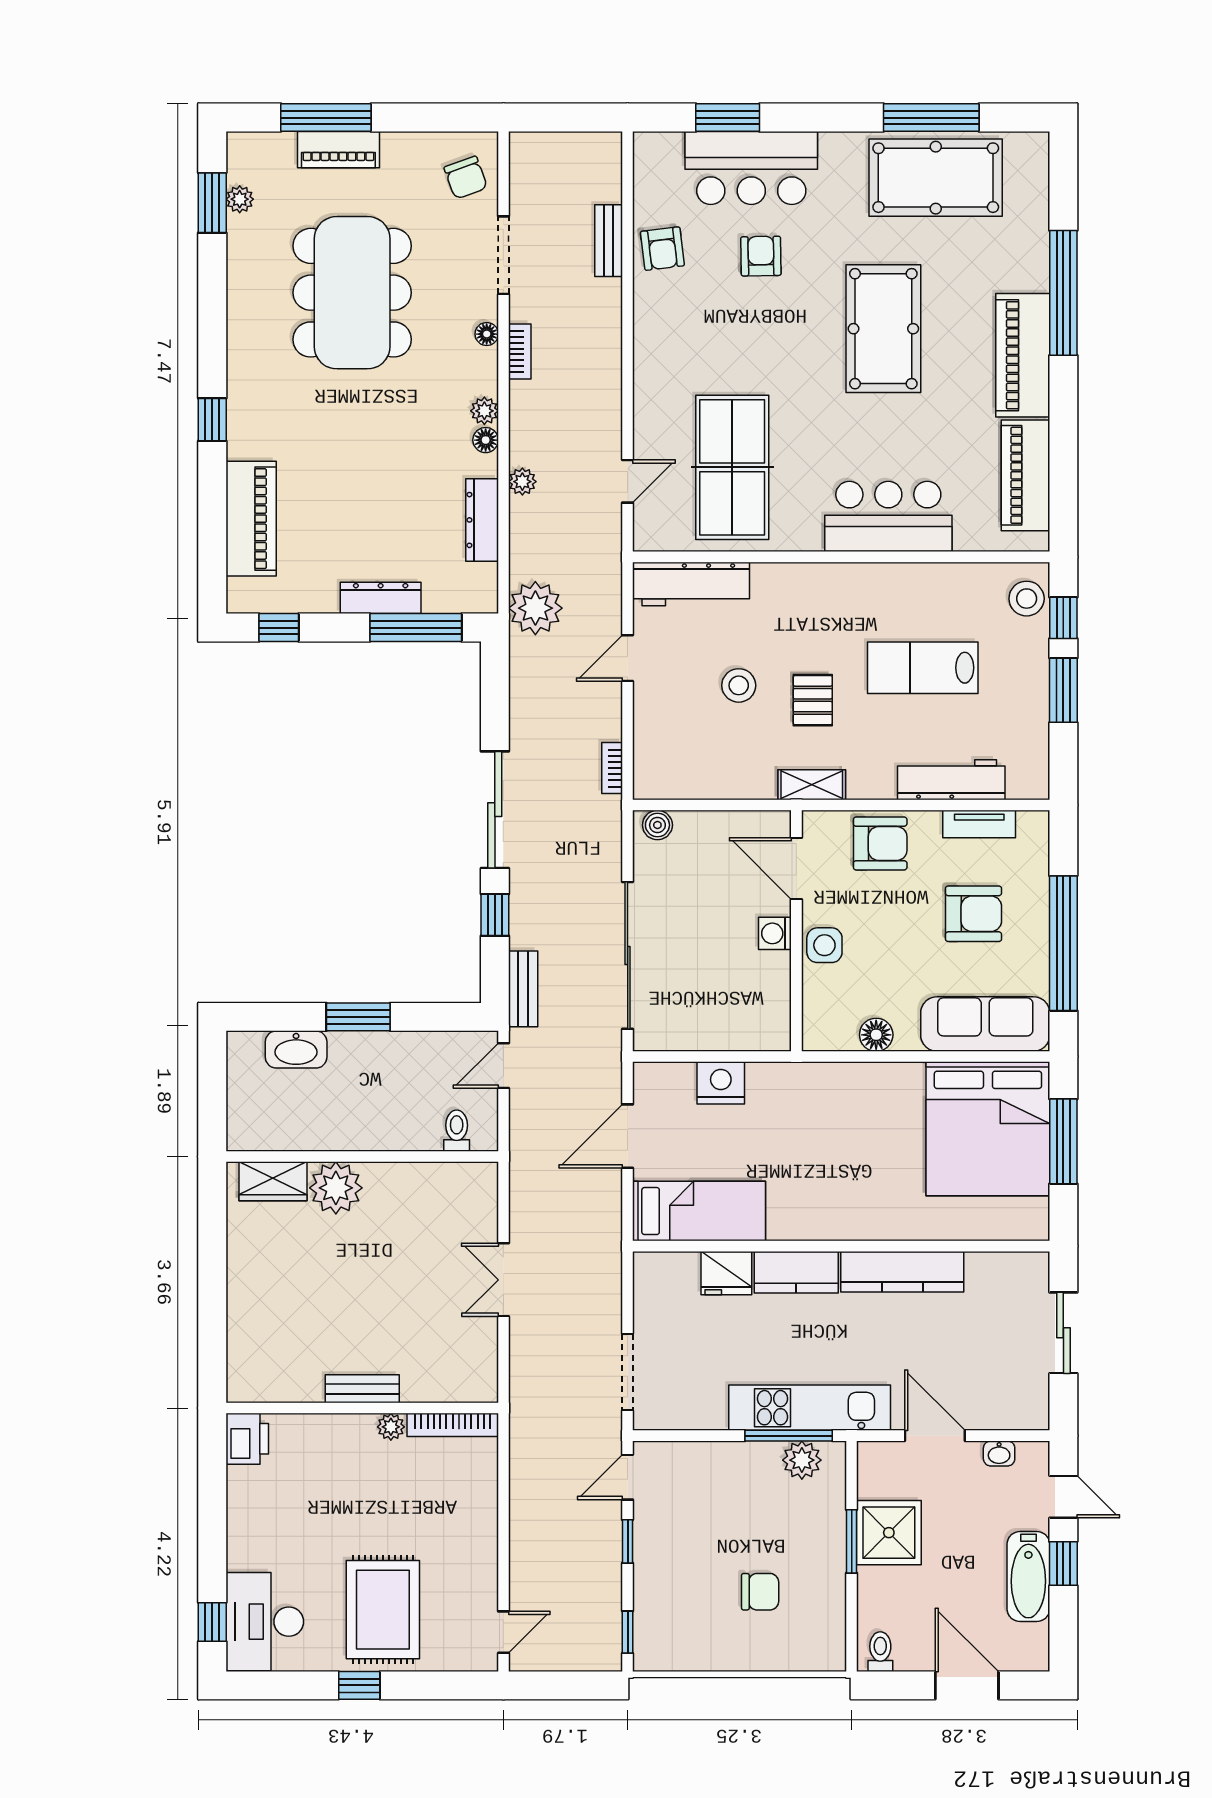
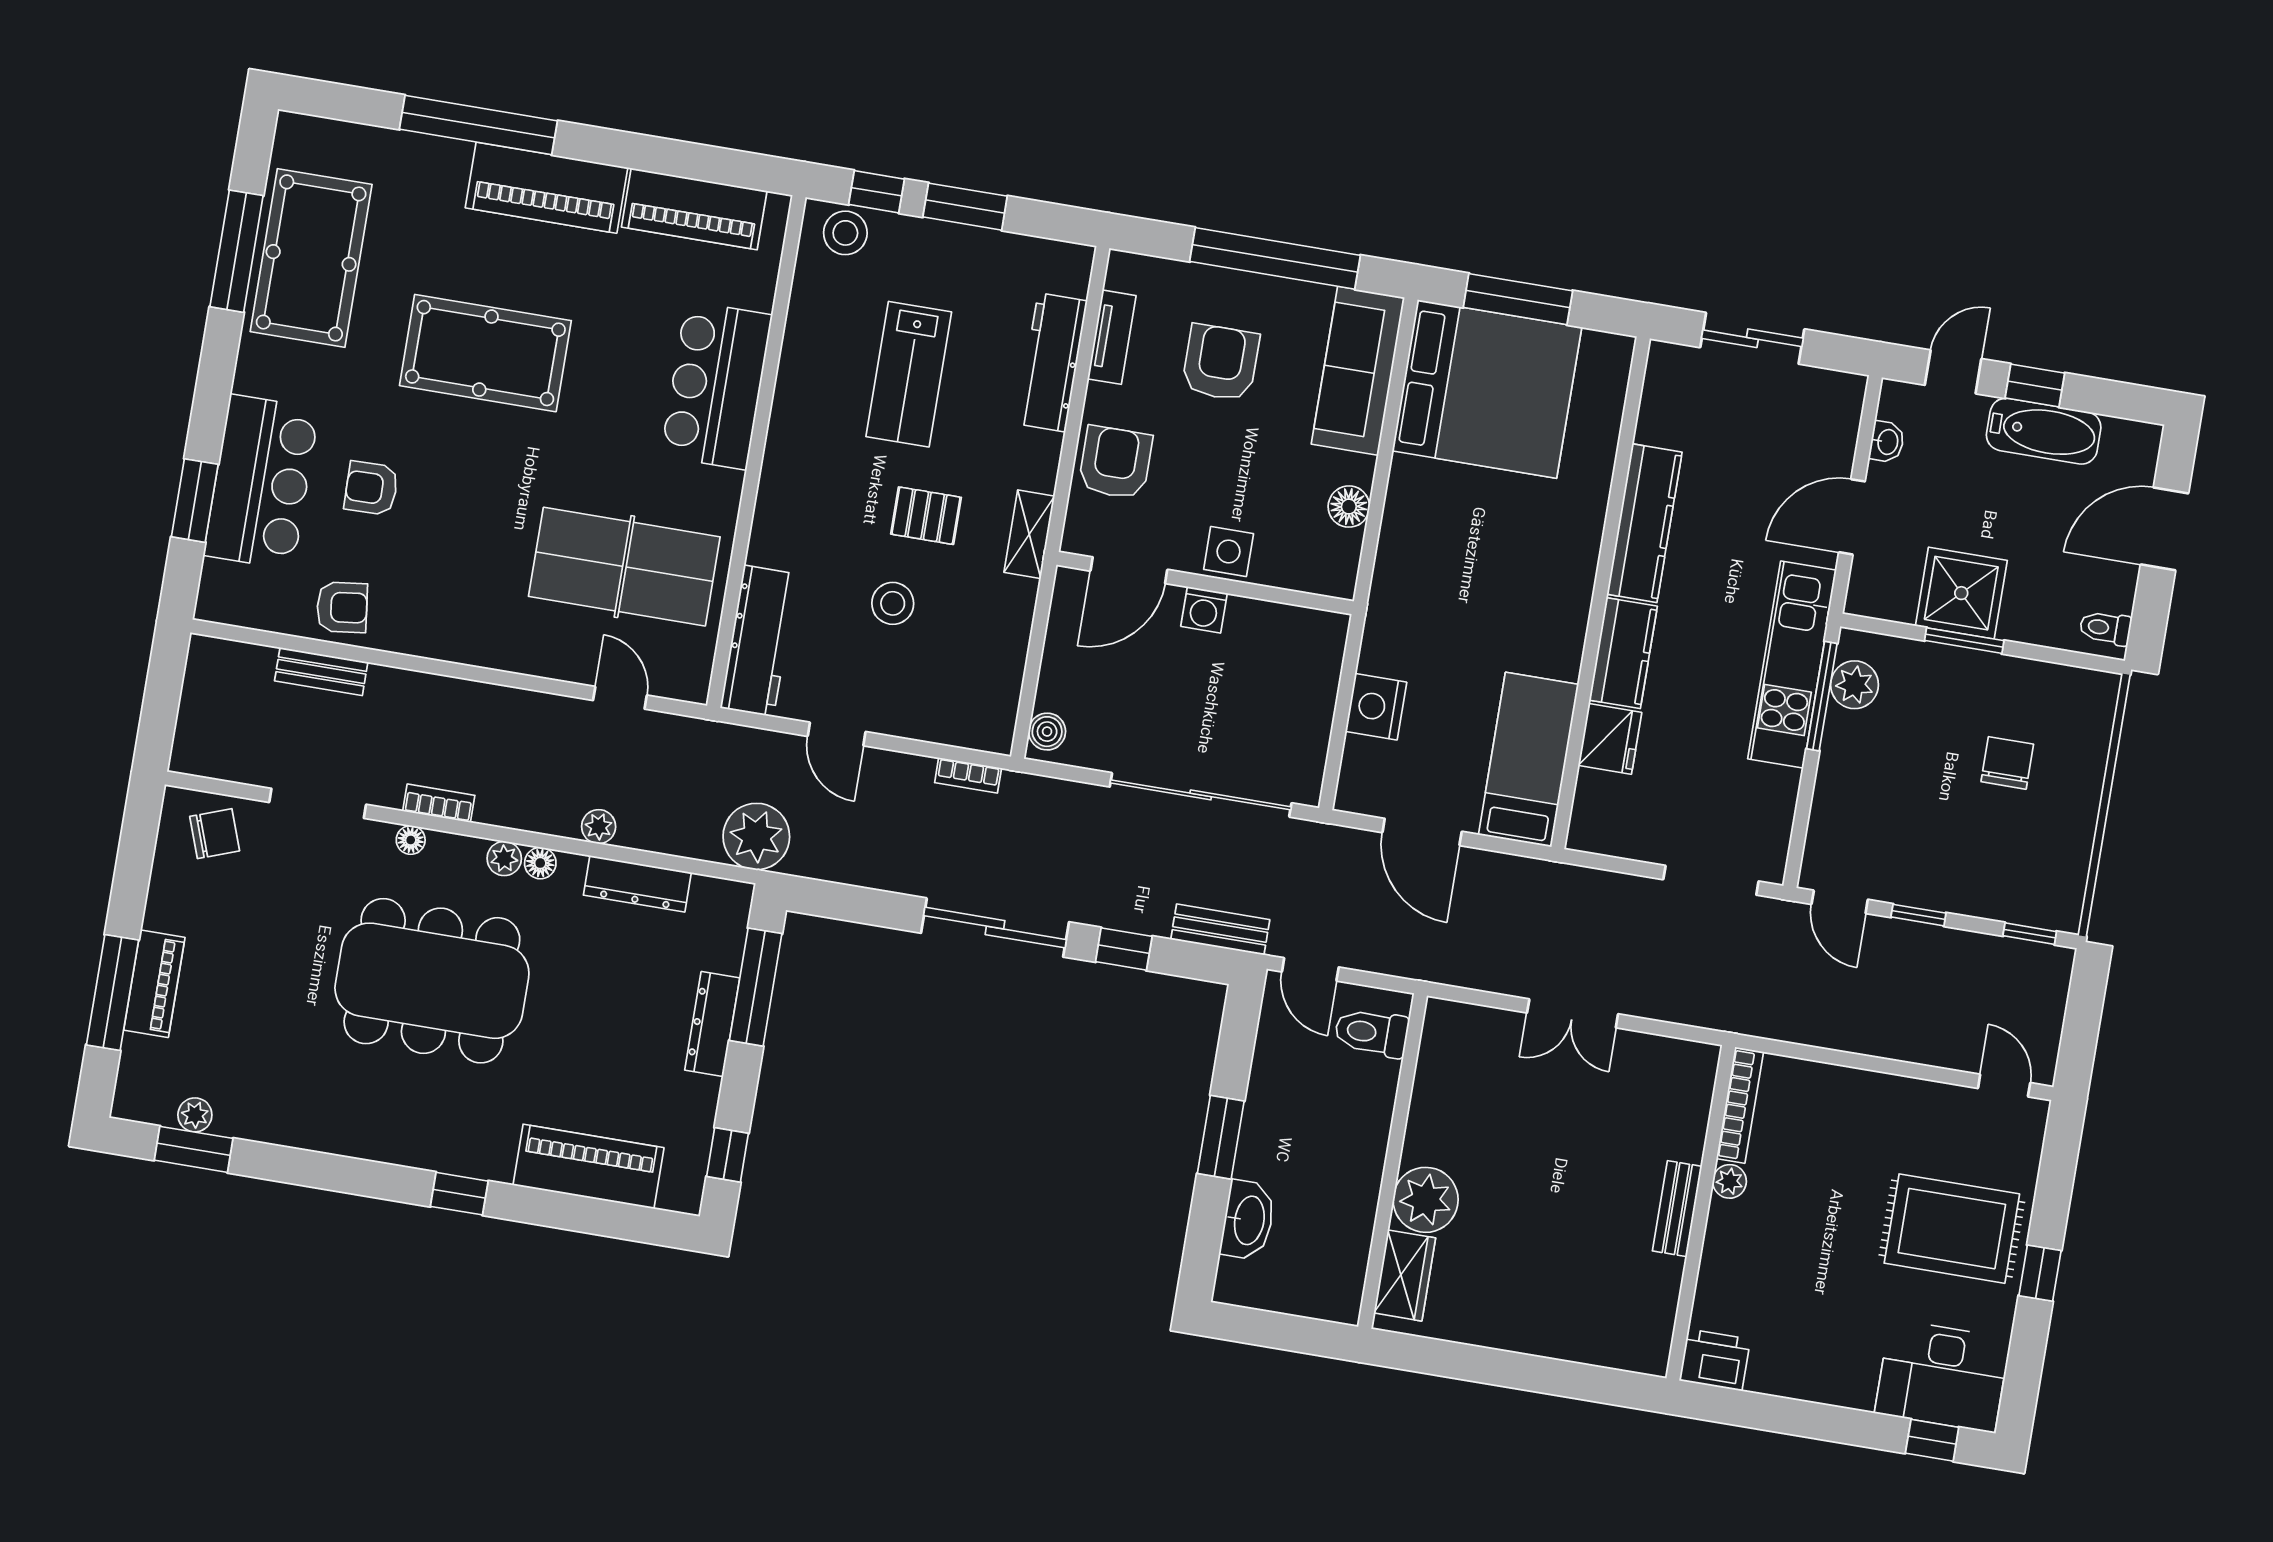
dining table: (352, 293) -> (432, 981), moved
toilet: (457, 1131) -> (1371, 1033), width x1.37, depth x1.39

